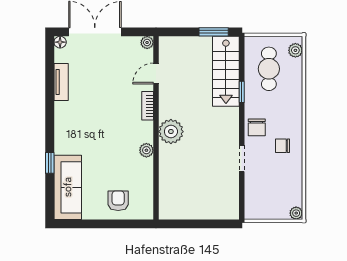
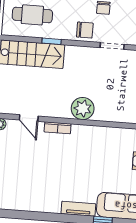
tv unit: (61, 82) -> (78, 209), moved
plant: (146, 150) -> (98, 132), removed

